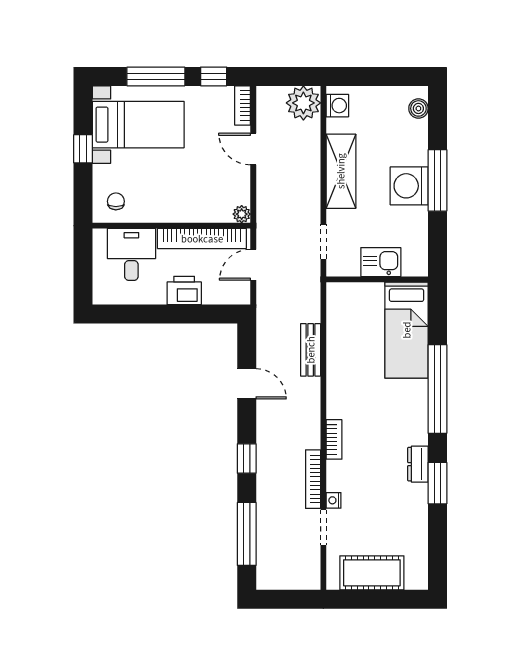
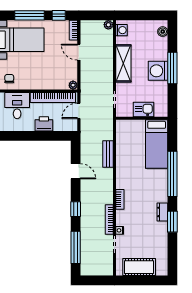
plant: (303, 103) -> (108, 25), width x0.53, depth x0.53

